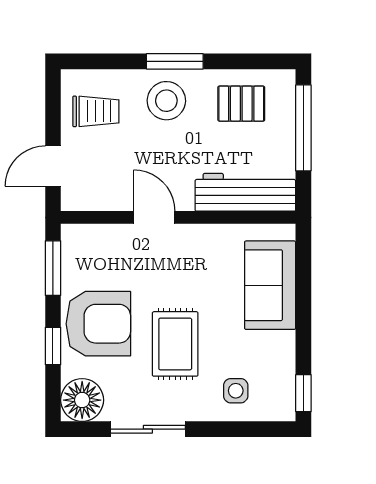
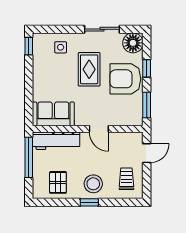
window: (175, 61) -> (89, 202), width x0.67
pallet: (241, 104) -> (58, 182), turned 90
trolley: (96, 111) -> (126, 179), turned 90
window: (303, 128) -> (29, 157), moved
sofa: (270, 285) -> (53, 114), moved, turned -90

